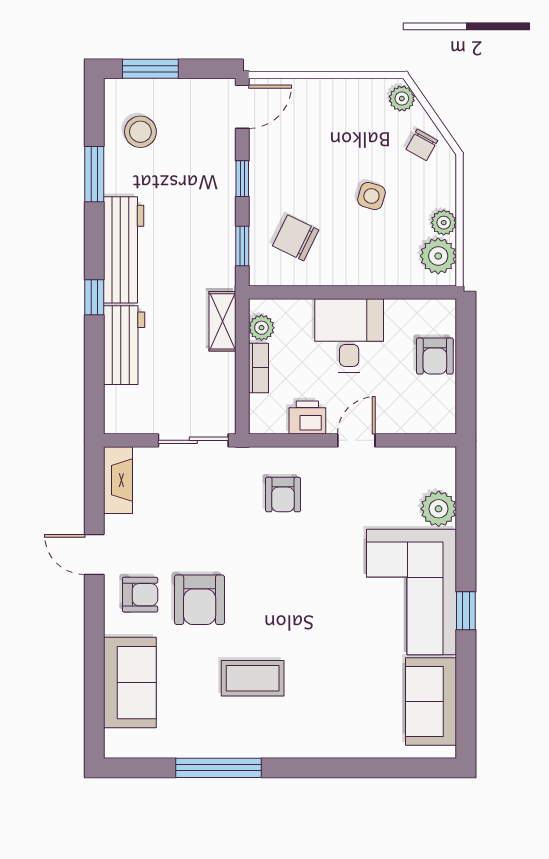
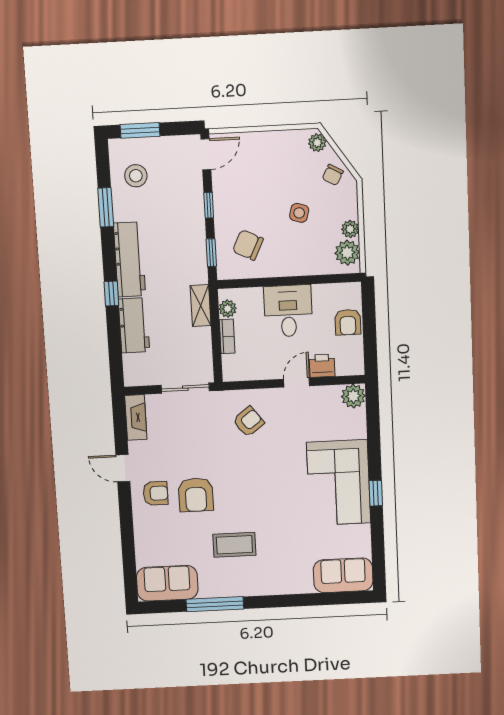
printer: (307, 417) -> (322, 366), moved
armchair: (283, 495) -> (248, 422), turned -127
plant: (439, 509) -> (353, 396), moved
sofa: (130, 683) -> (167, 583), moved, turned -90
sofa: (431, 701) -> (343, 575), moved, turned 90

